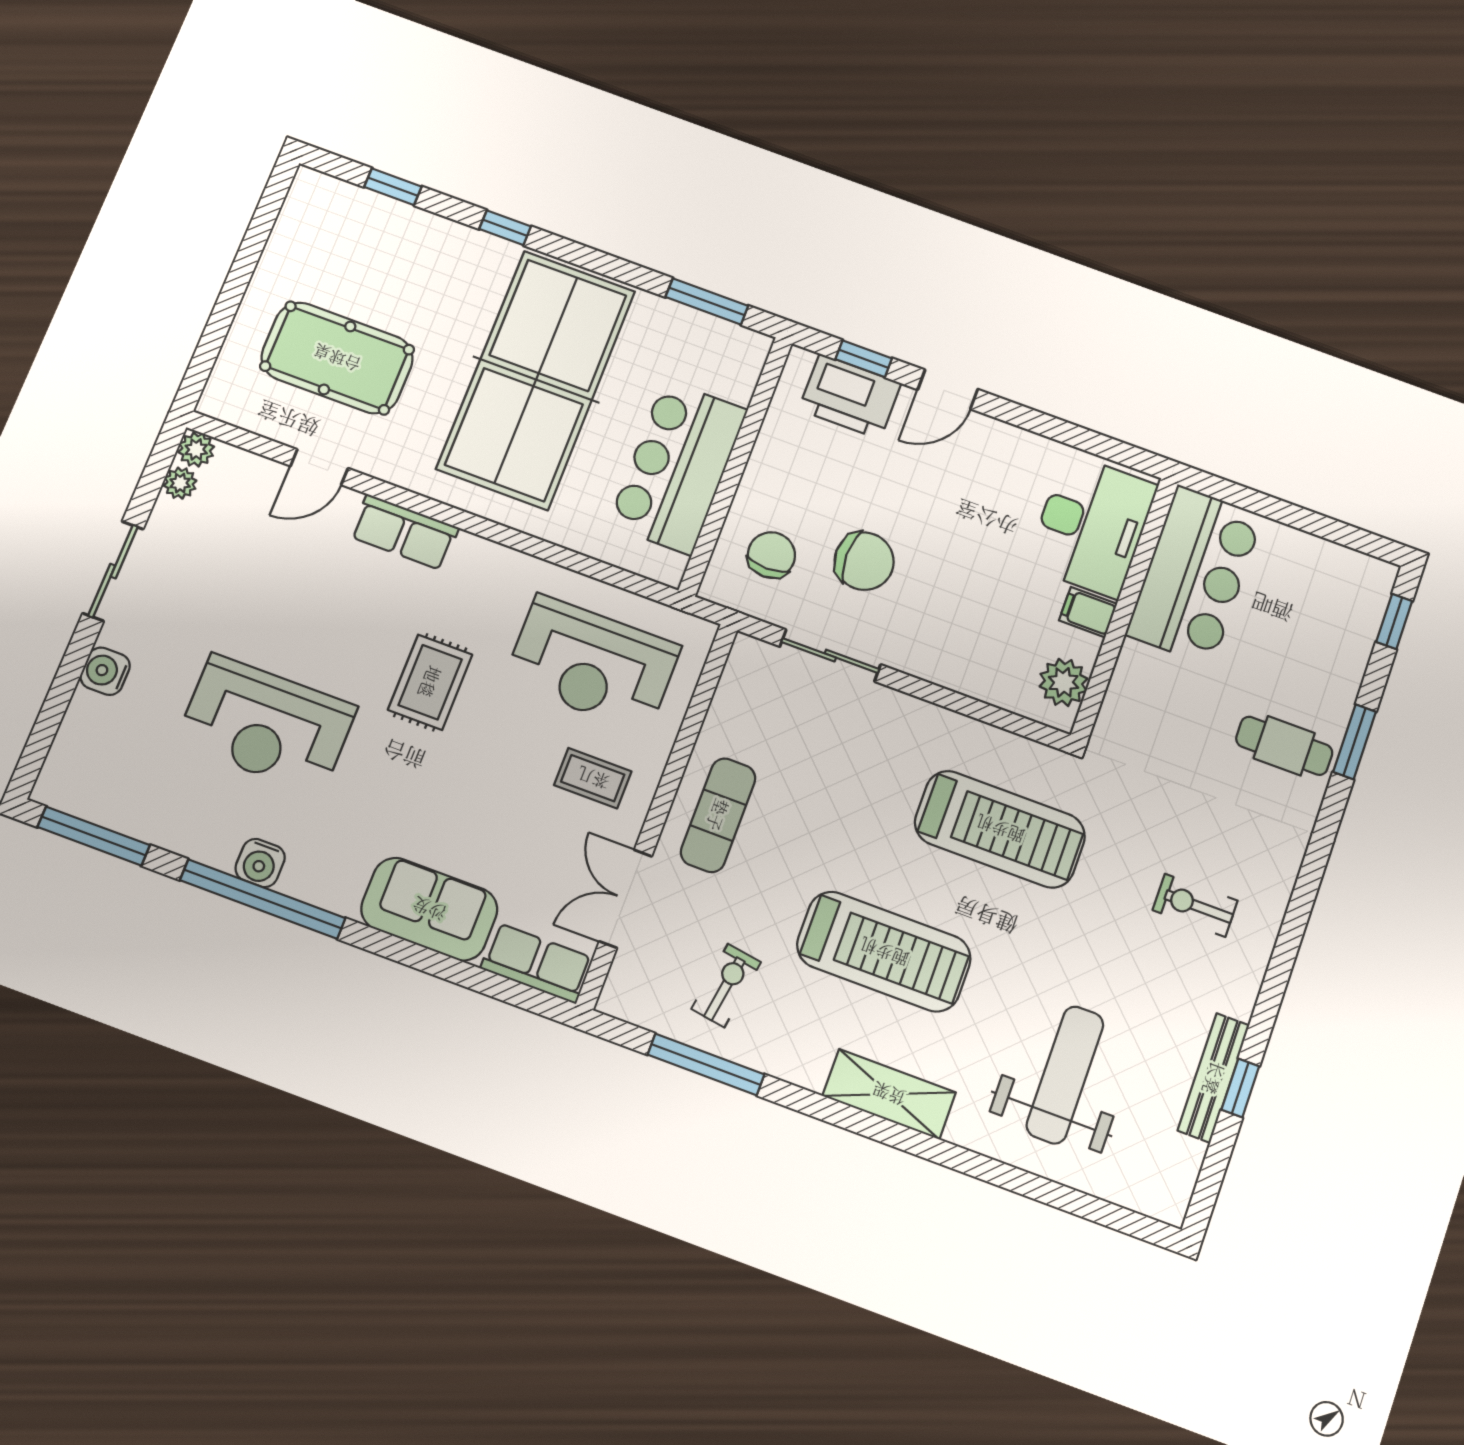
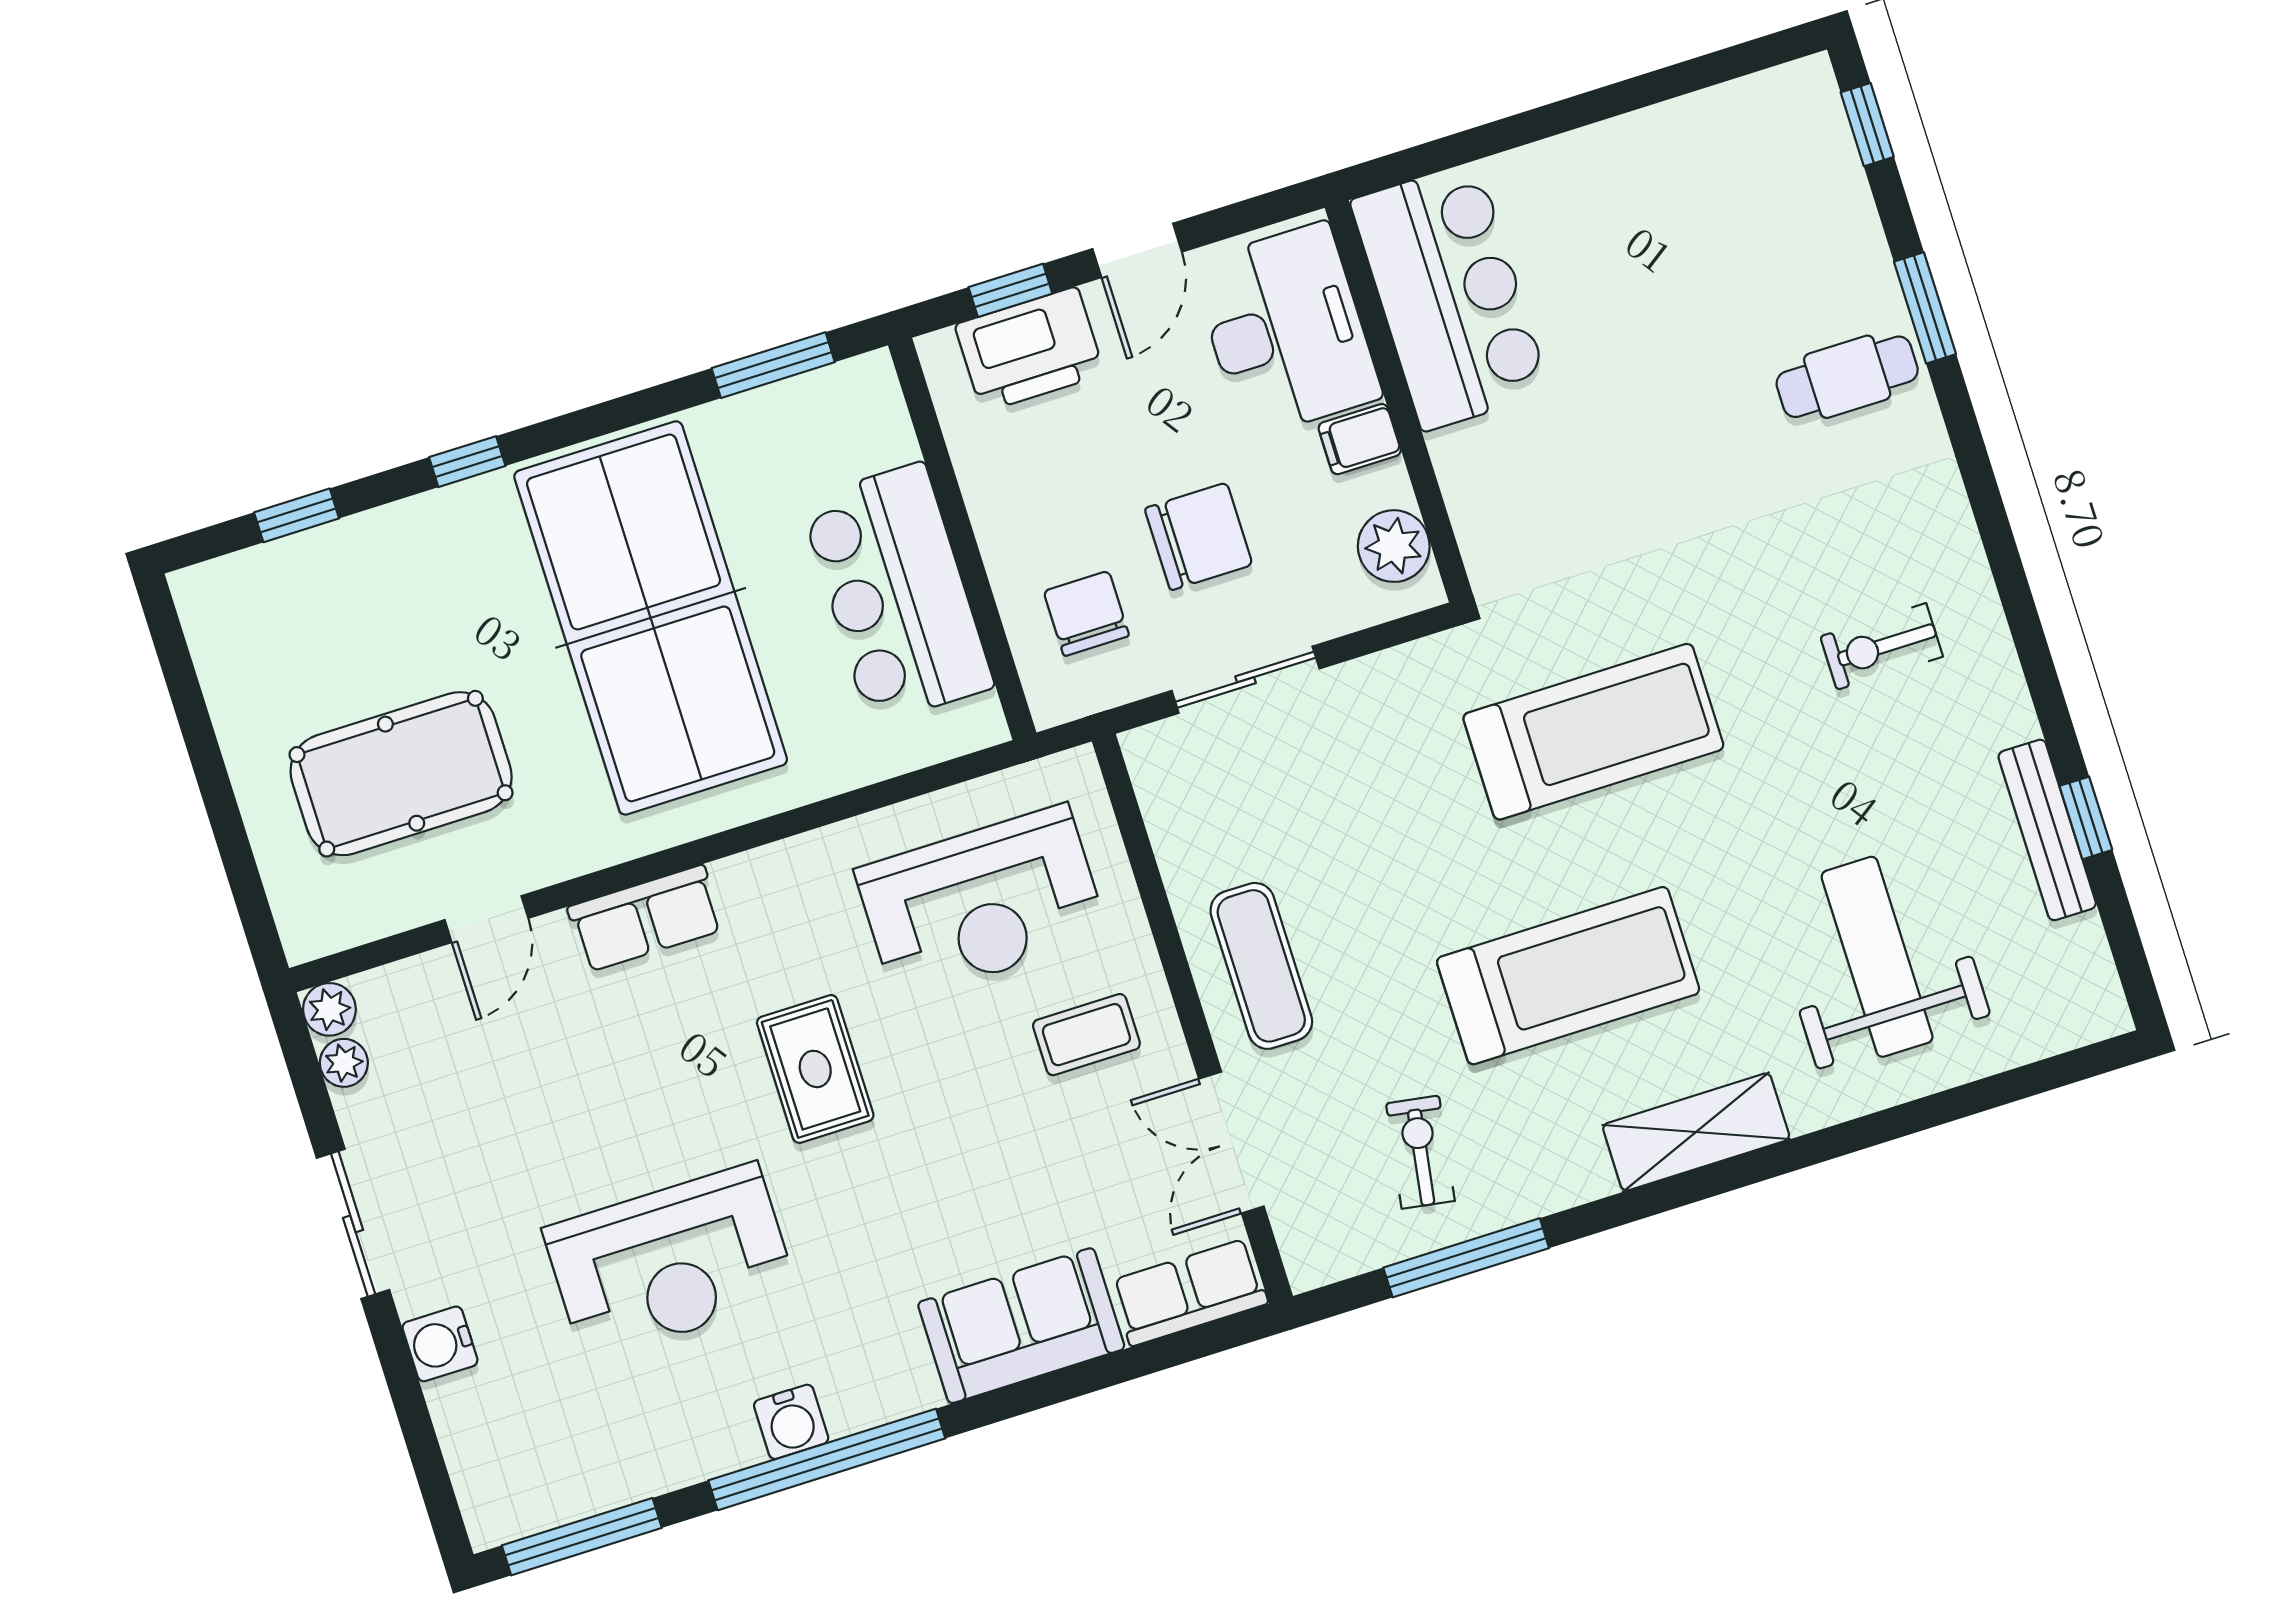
desk: (1092, 525) -> (1286, 330), moved
bar counter: (1195, 575) -> (1450, 296), moved
wall: (1125, 609) -> (1399, 401), moved
filing cabinet: (1088, 612) -> (1360, 439), moved
plant: (1063, 682) -> (1394, 546), moved

